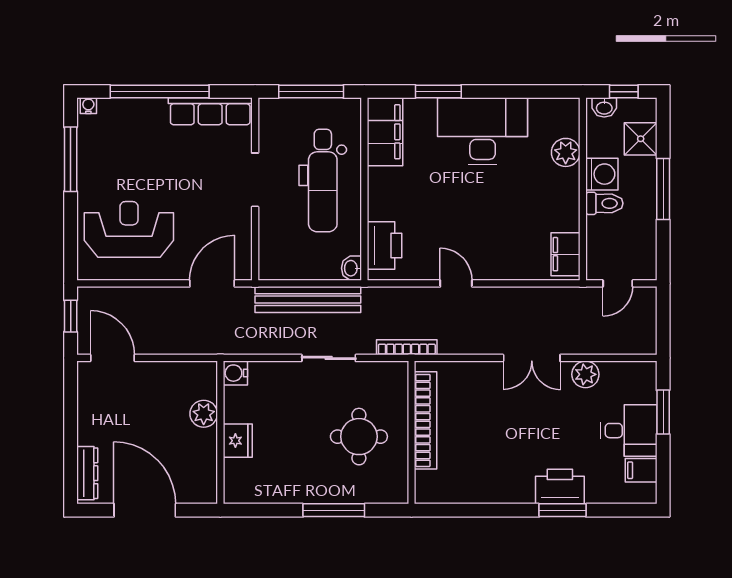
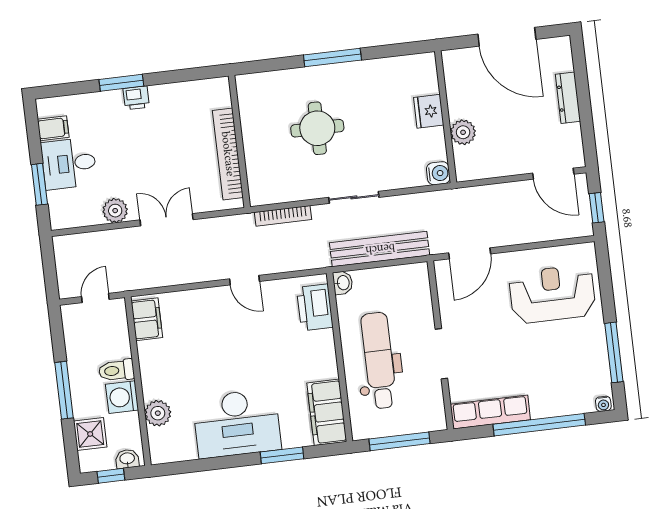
reception desk: (129, 229) -> (552, 294), turned 180
bookcase: (426, 420) -> (228, 154), moved
wall: (412, 432) -> (239, 141), moved
dresser: (87, 473) -> (568, 98), moved
printer: (560, 487) -> (136, 98), width x0.53, depth x0.68

